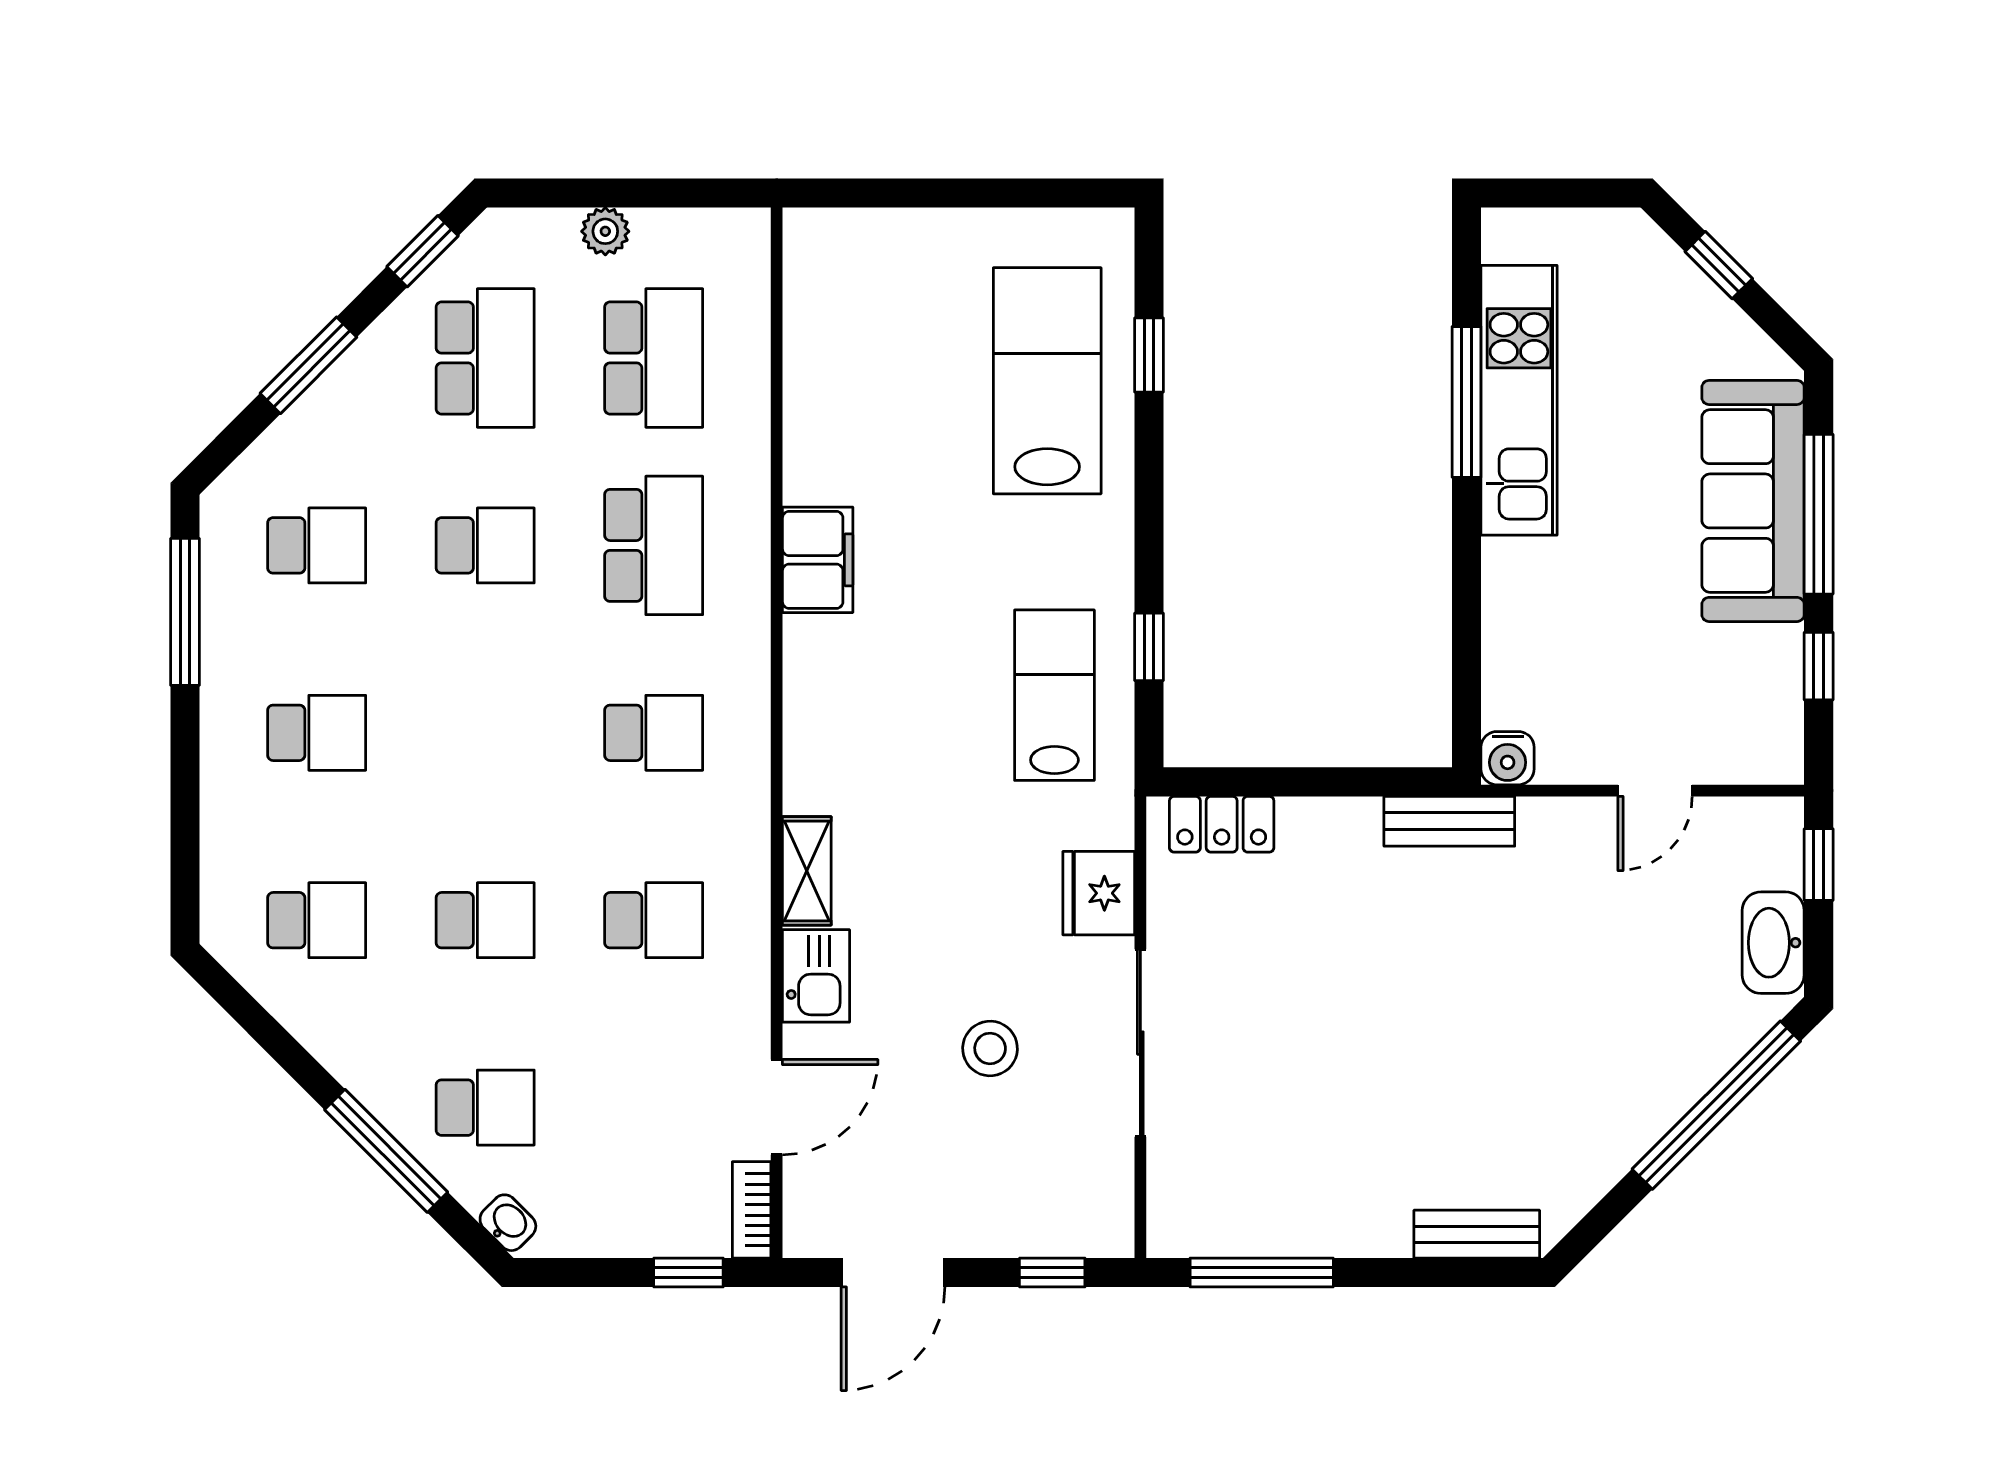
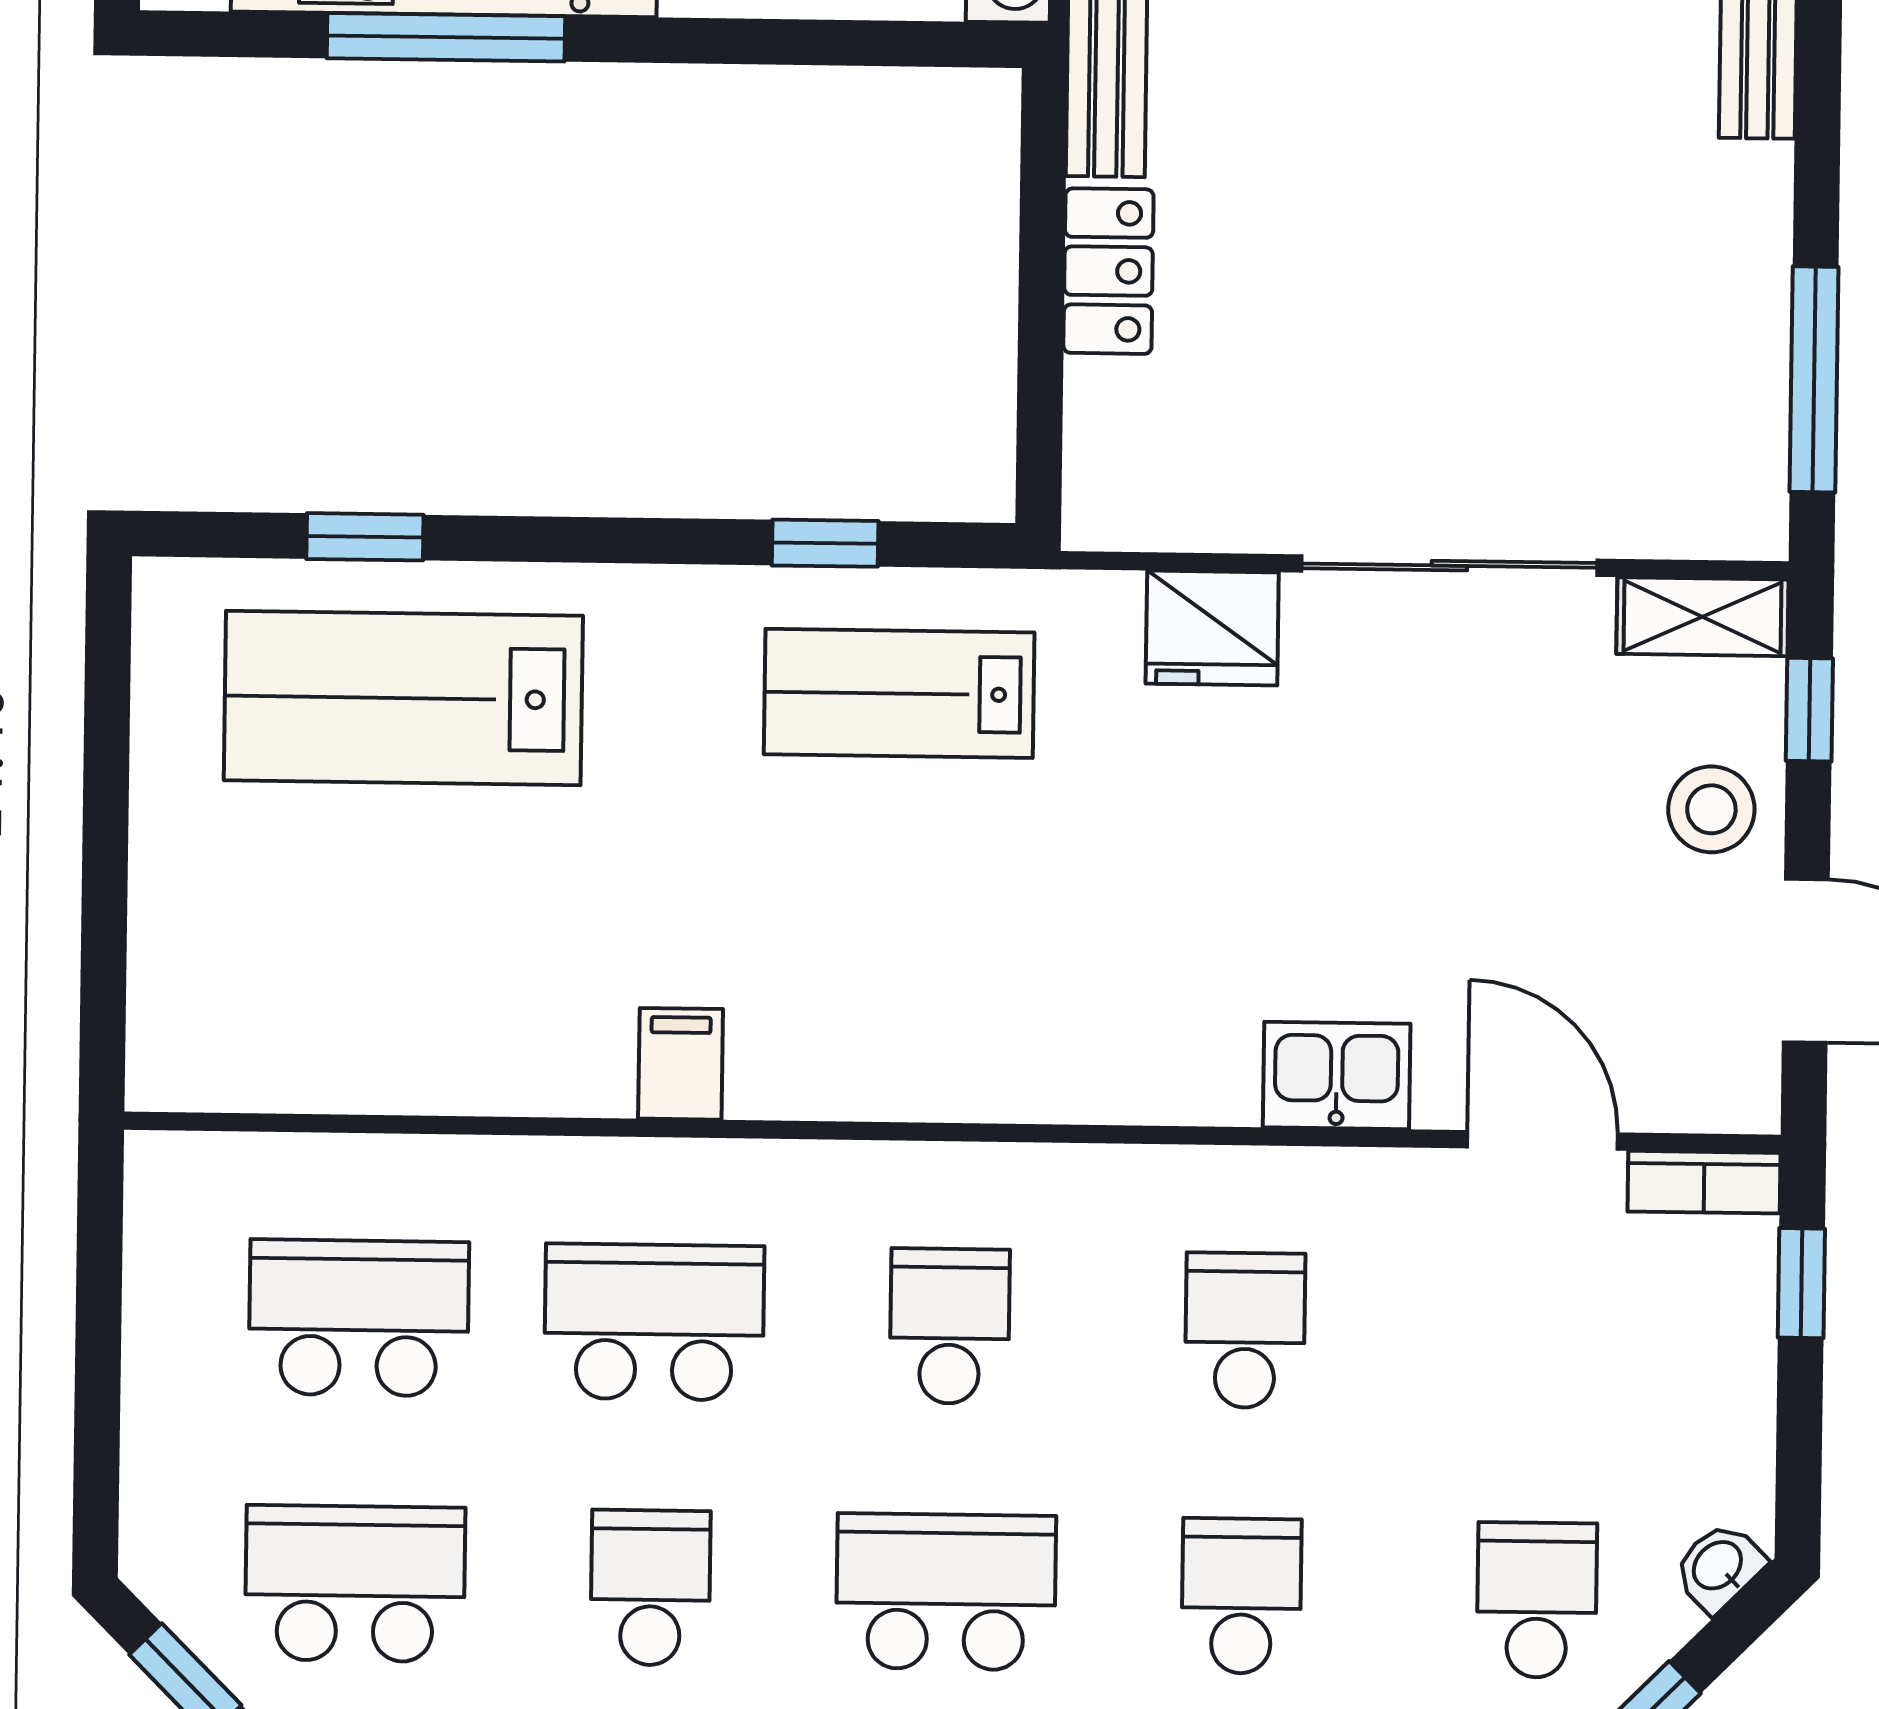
plant: (605, 231) -> (158, 1391), removed
filing cabinet: (818, 560) -> (681, 1064), width x0.50
school desk: (485, 733) -> (946, 1592), added
locker: (1222, 824) -> (1108, 271), moved
shelving: (807, 871) -> (1702, 617), moved
stool: (990, 1048) -> (1711, 809), moved

